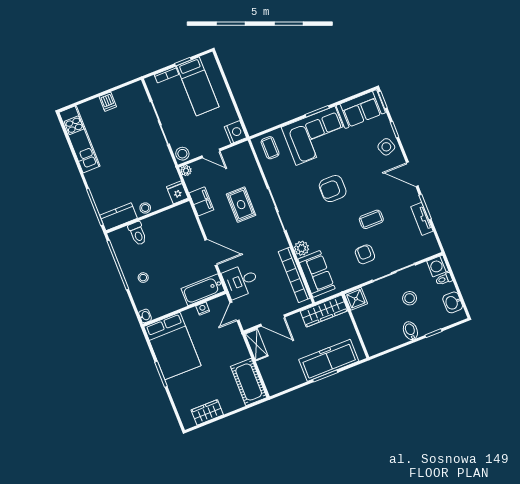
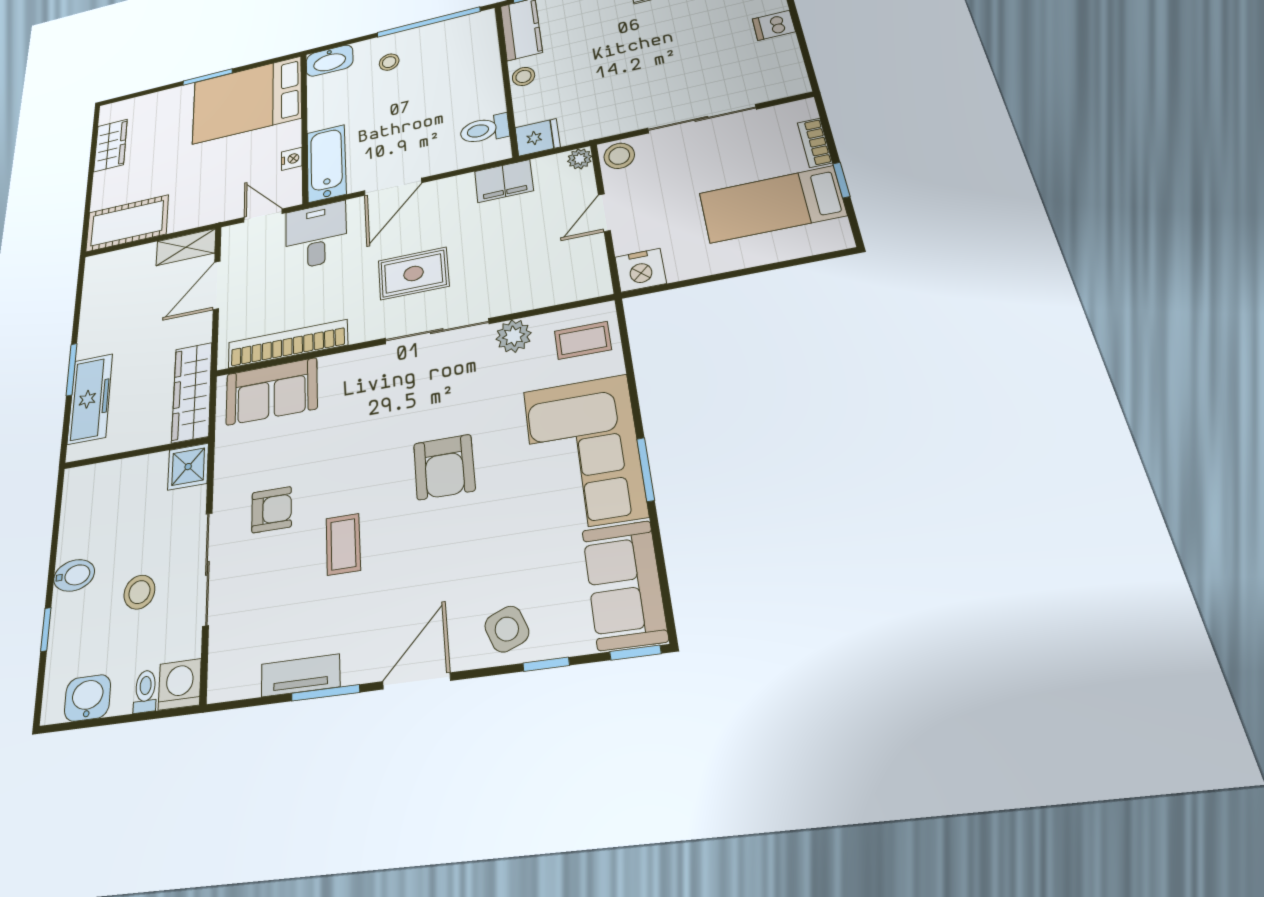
armchair: (333, 189) -> (444, 467), turned 180
rug: (241, 205) -> (413, 273), moved
toilet: (137, 233) -> (485, 129), moved
plant: (302, 248) -> (514, 336), moved
washbasin: (145, 316) -> (330, 61), width x1.91, depth x1.45
freezer: (329, 360) -> (90, 399), width x0.73, depth x0.79

